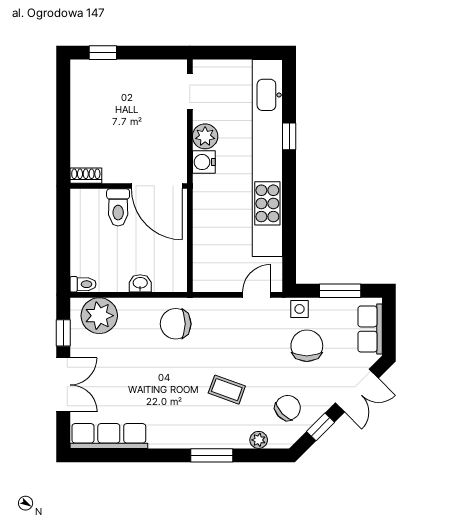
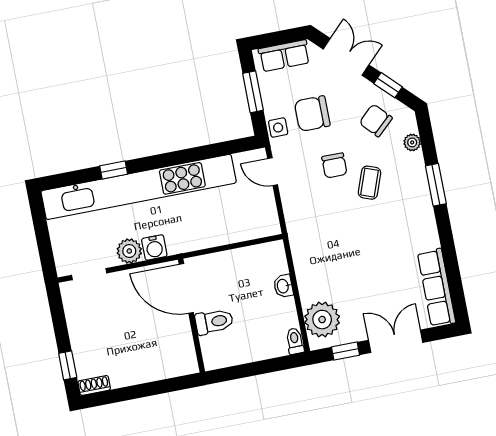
shoe rack: (86, 176) -> (94, 385), moved, turned 90
door: (157, 186) -> (186, 288), swing flipped
chair: (176, 324) -> (334, 165), moved, width x0.73, depth x0.73

